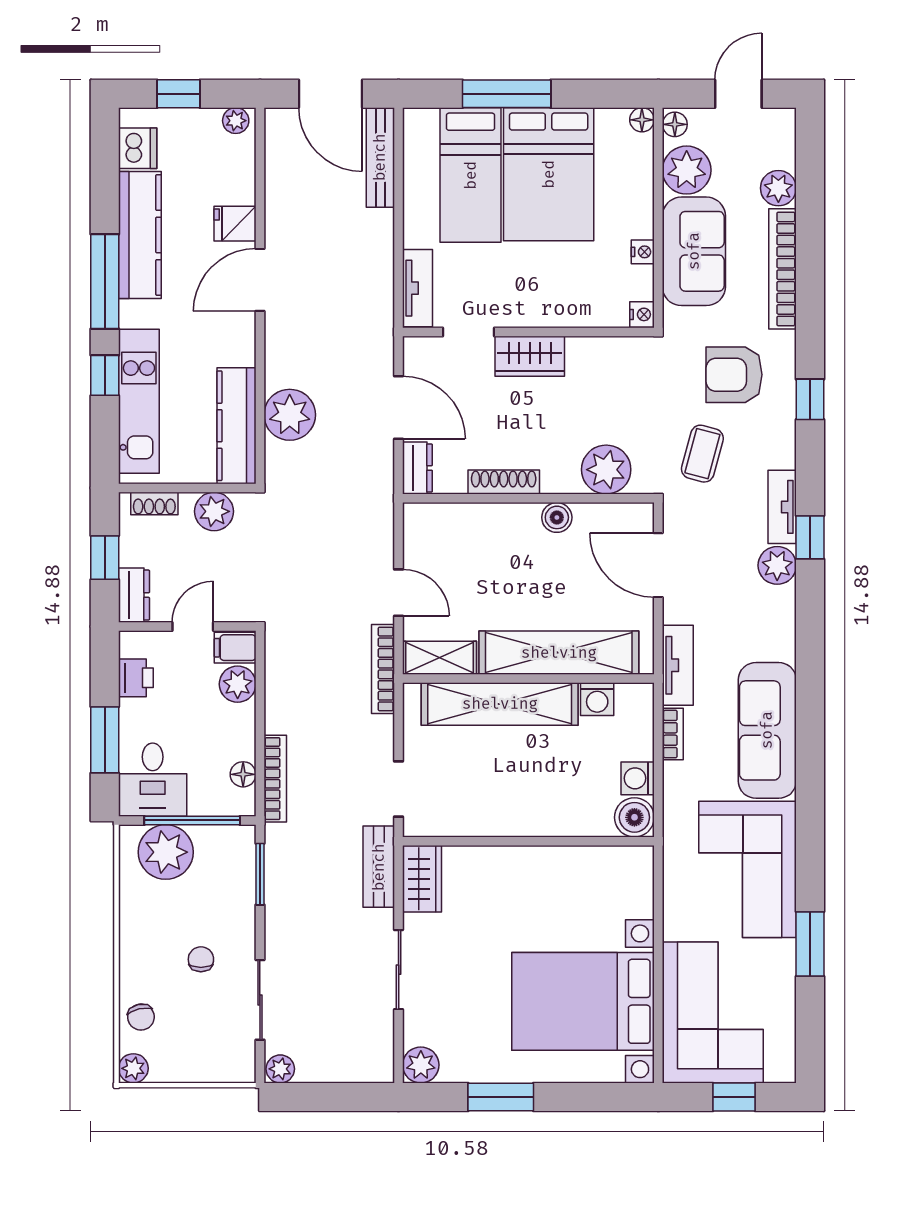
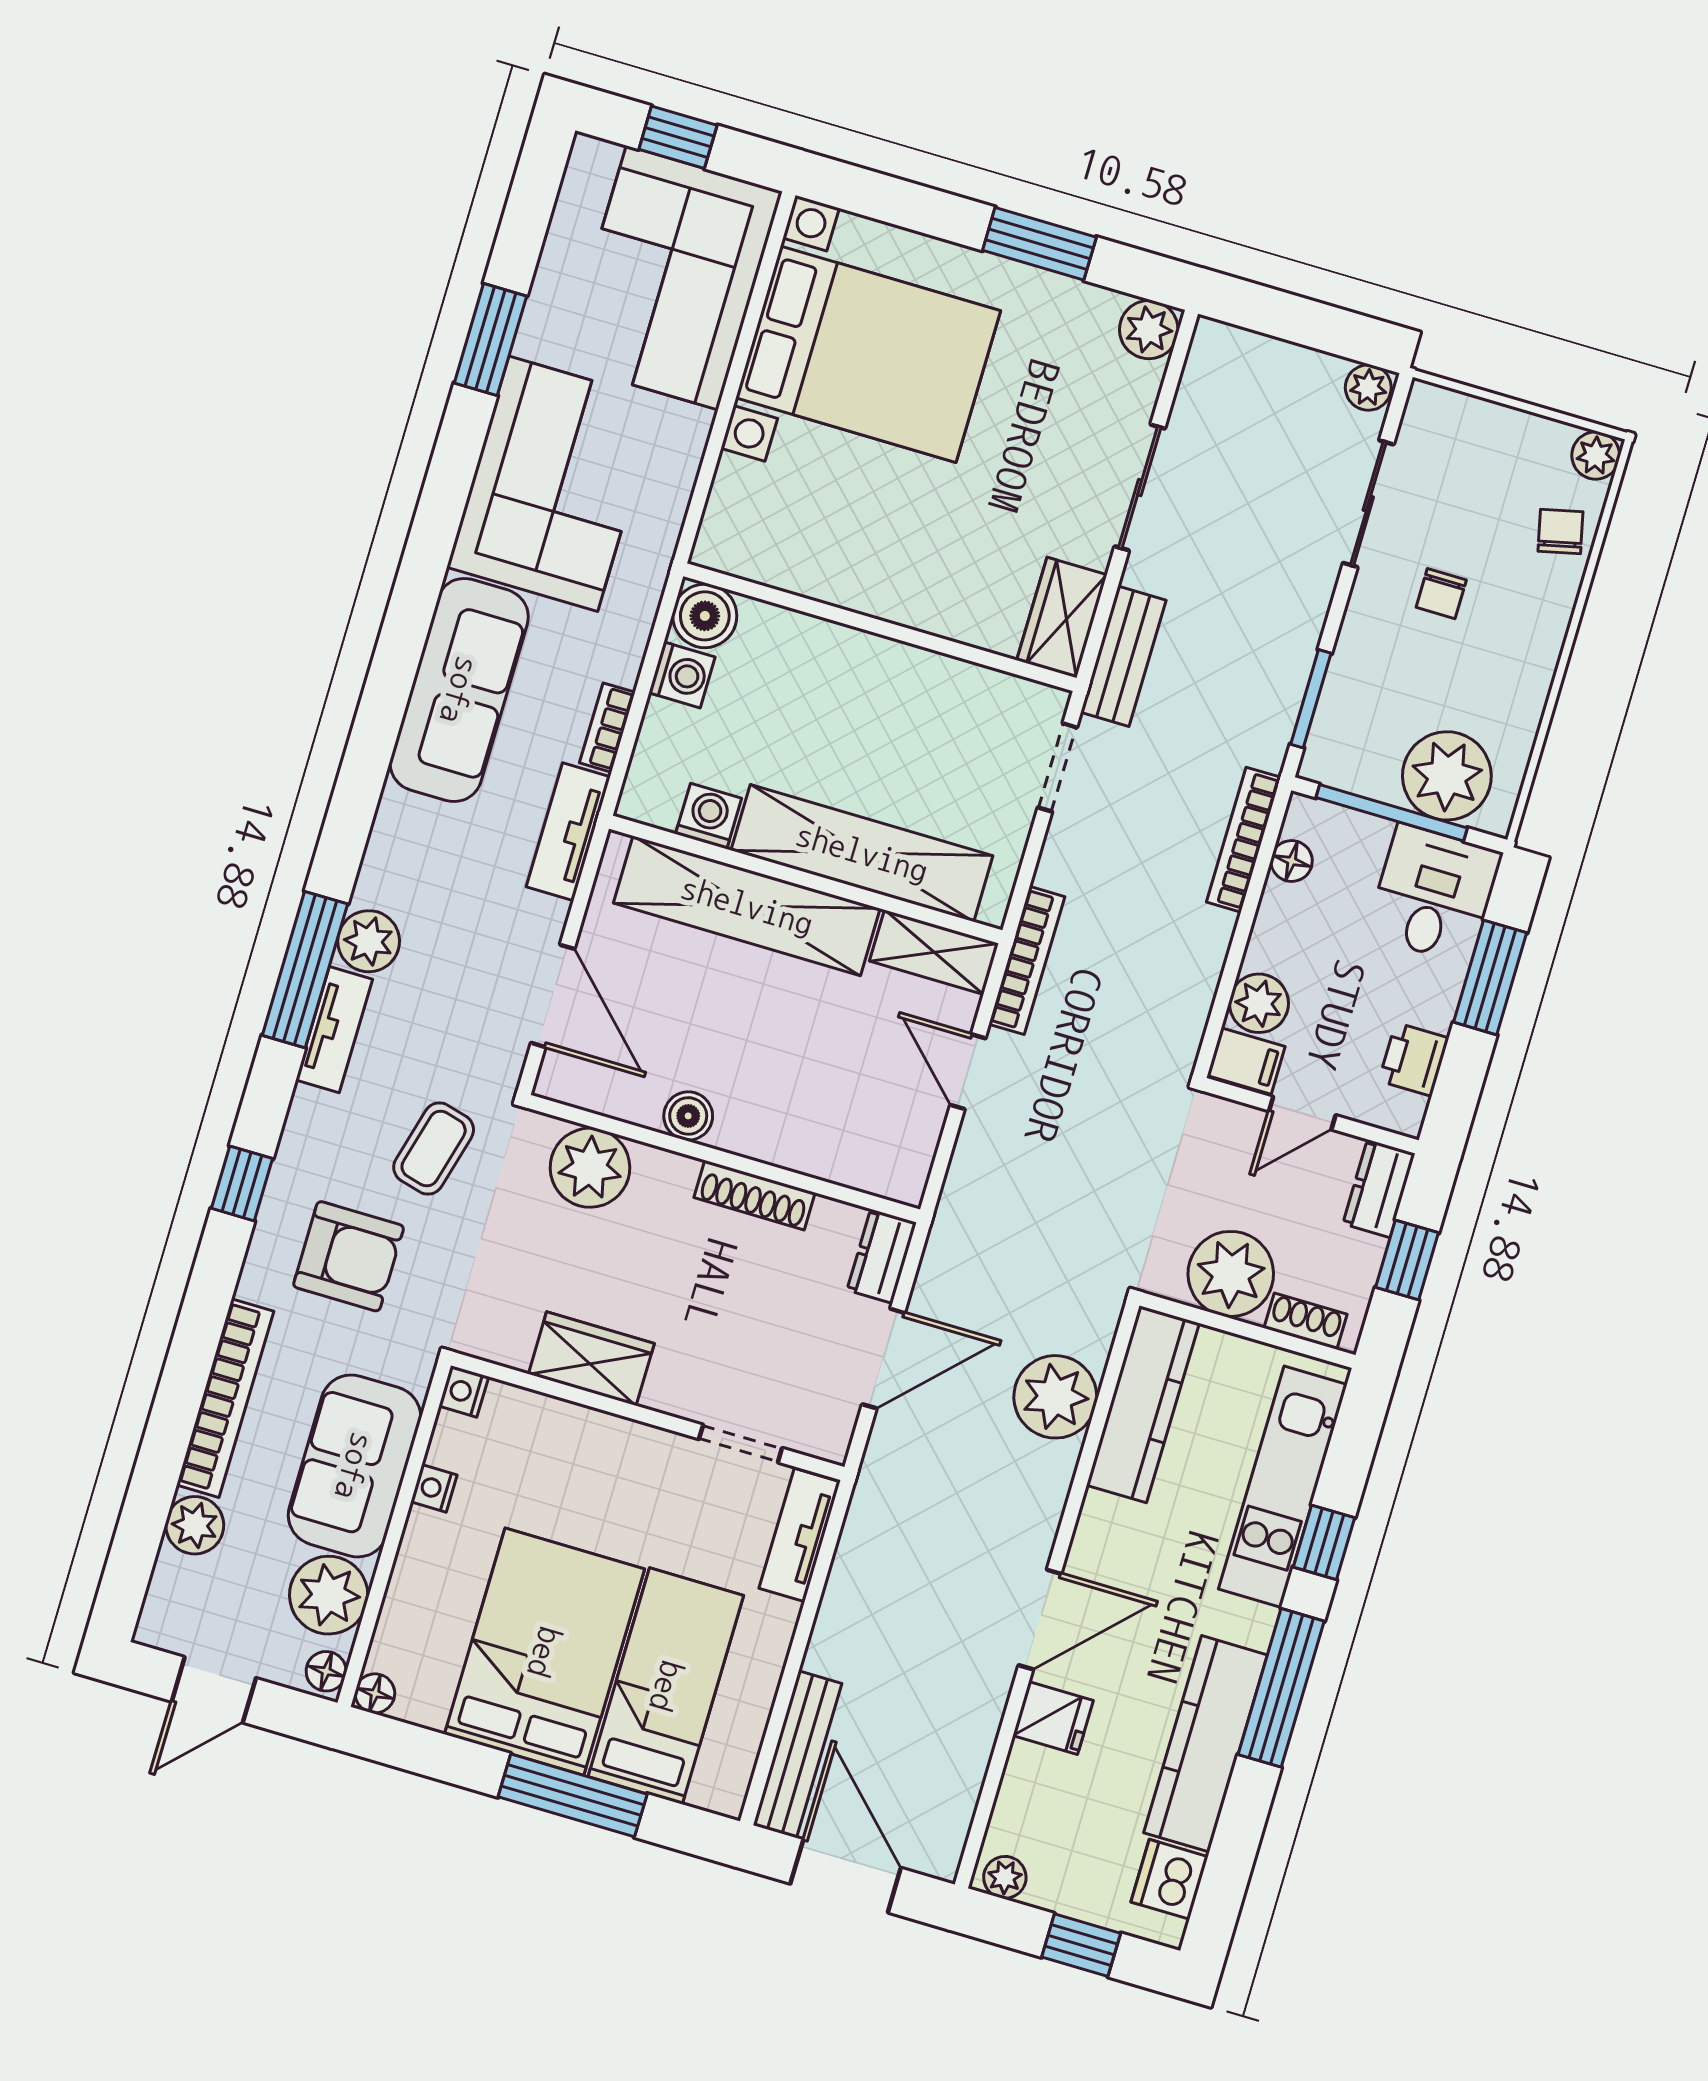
wardrobe: (530, 356) -> (591, 1359), moved
door: (399, 407) -> (883, 1359), swing flipped
plant: (214, 511) -> (1231, 1274), width x1.36, depth x1.36
window: (810, 537) -> (305, 970), width x2.17

